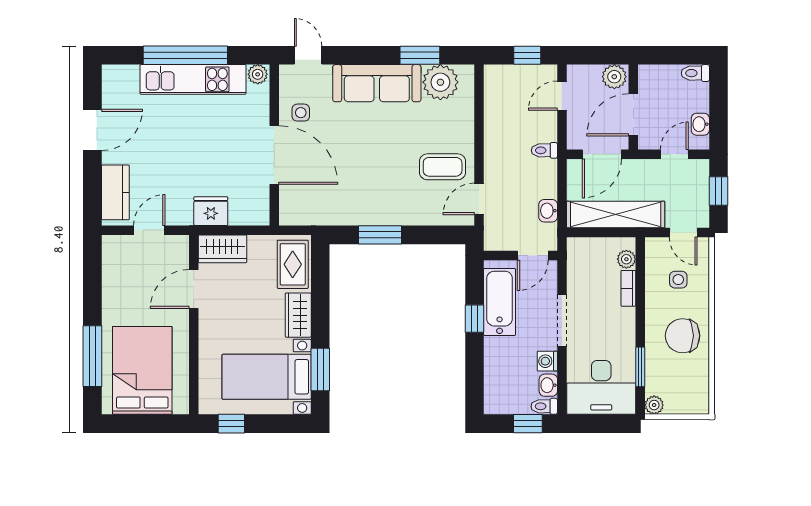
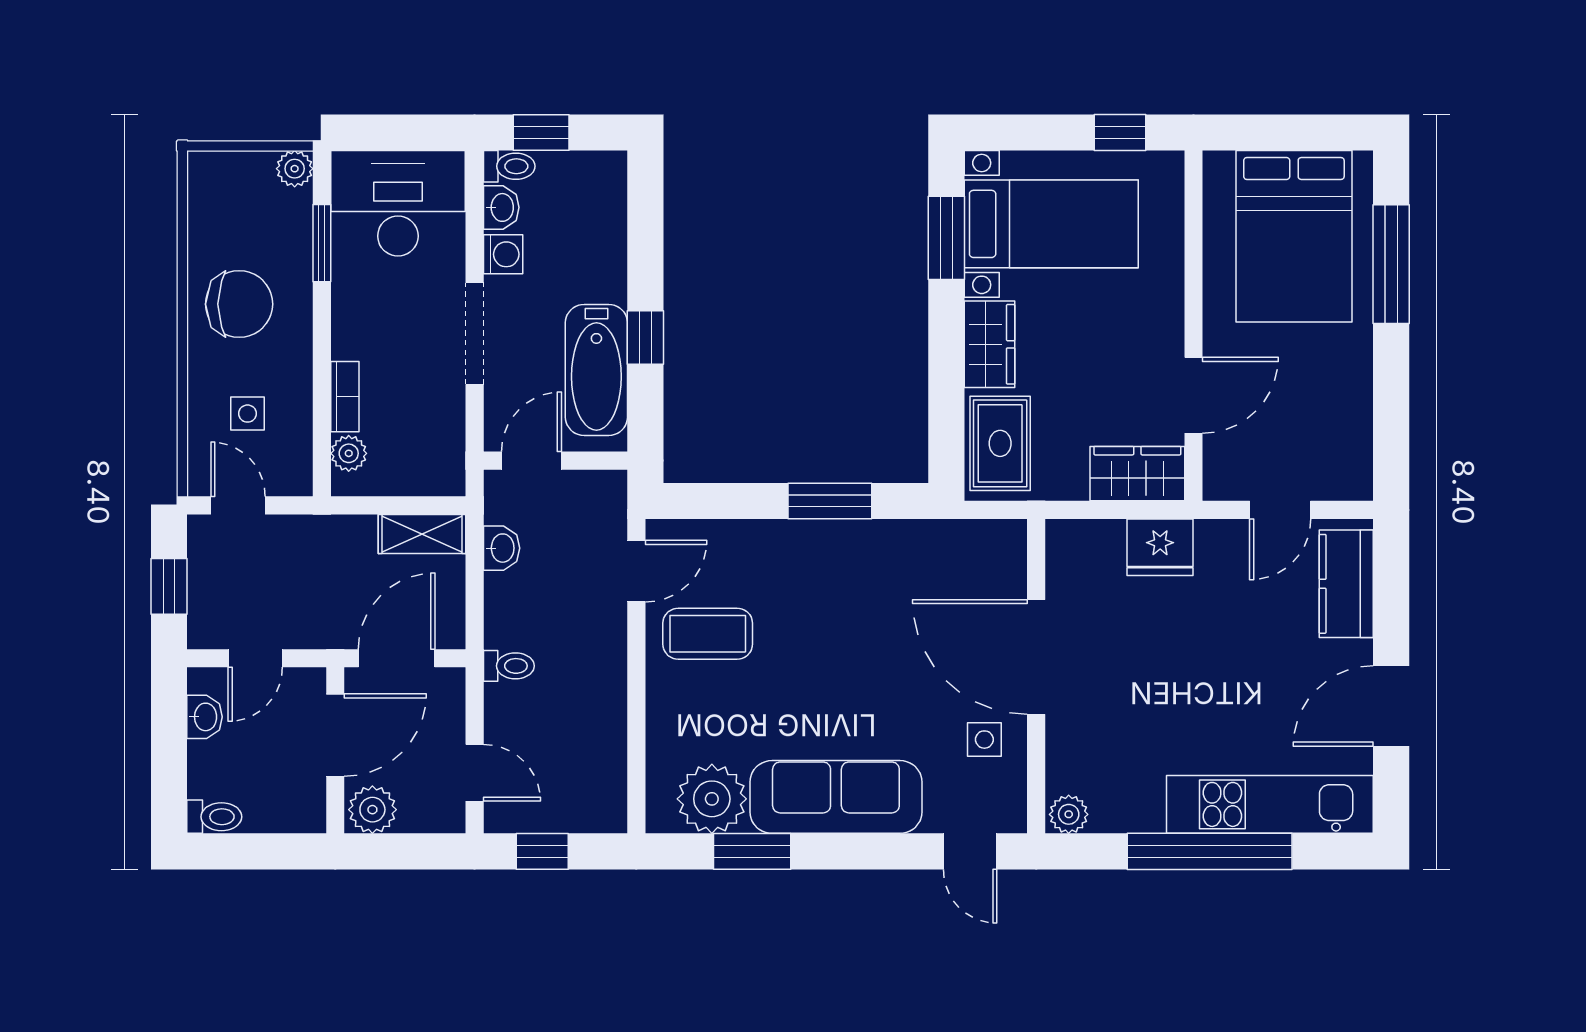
kitchen unit: (193, 79) -> (1270, 804), moved
door: (562, 96) -> (475, 773), hinge flipped
shelving: (616, 215) -> (422, 534), width x0.45, depth x0.75

